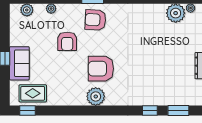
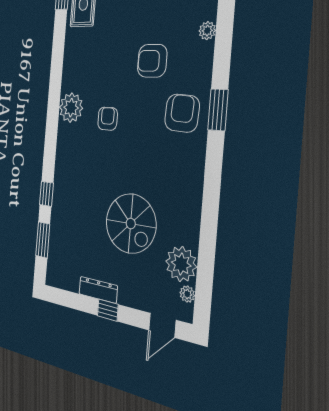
spiral stairs: (159, 47) -> (131, 224), added
armchair: (101, 69) -> (108, 119), width x0.53, depth x0.53

